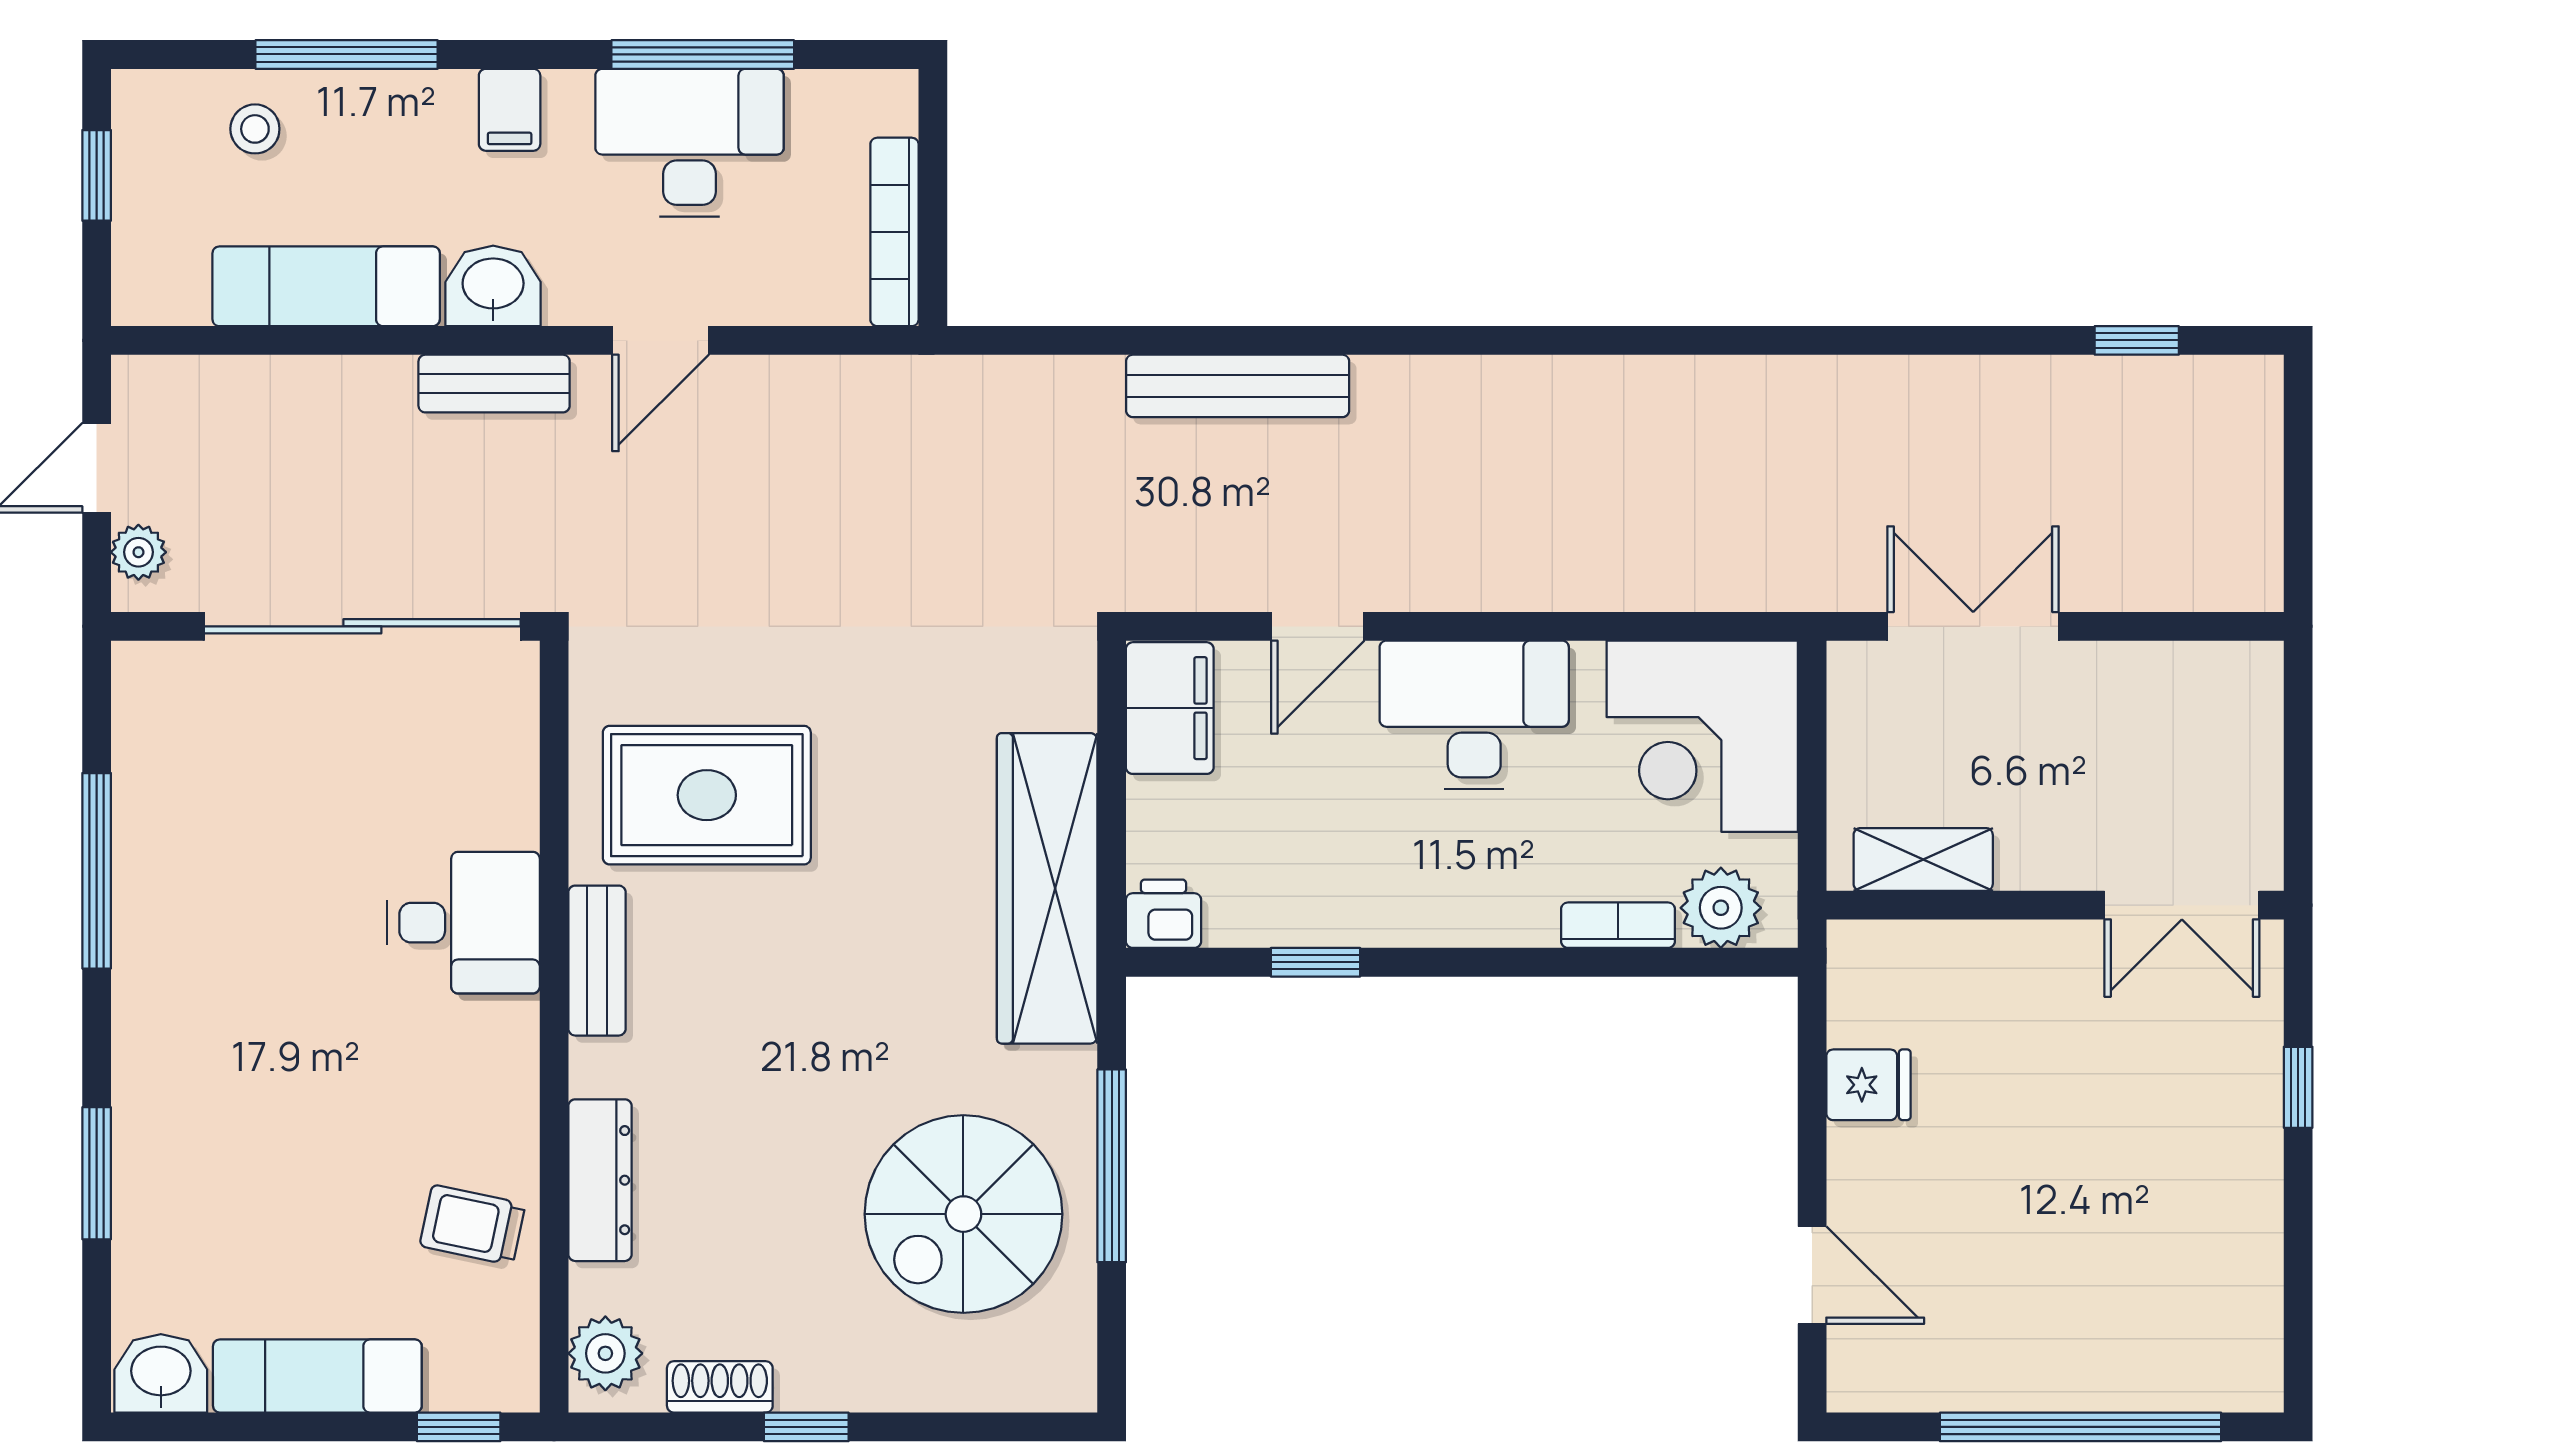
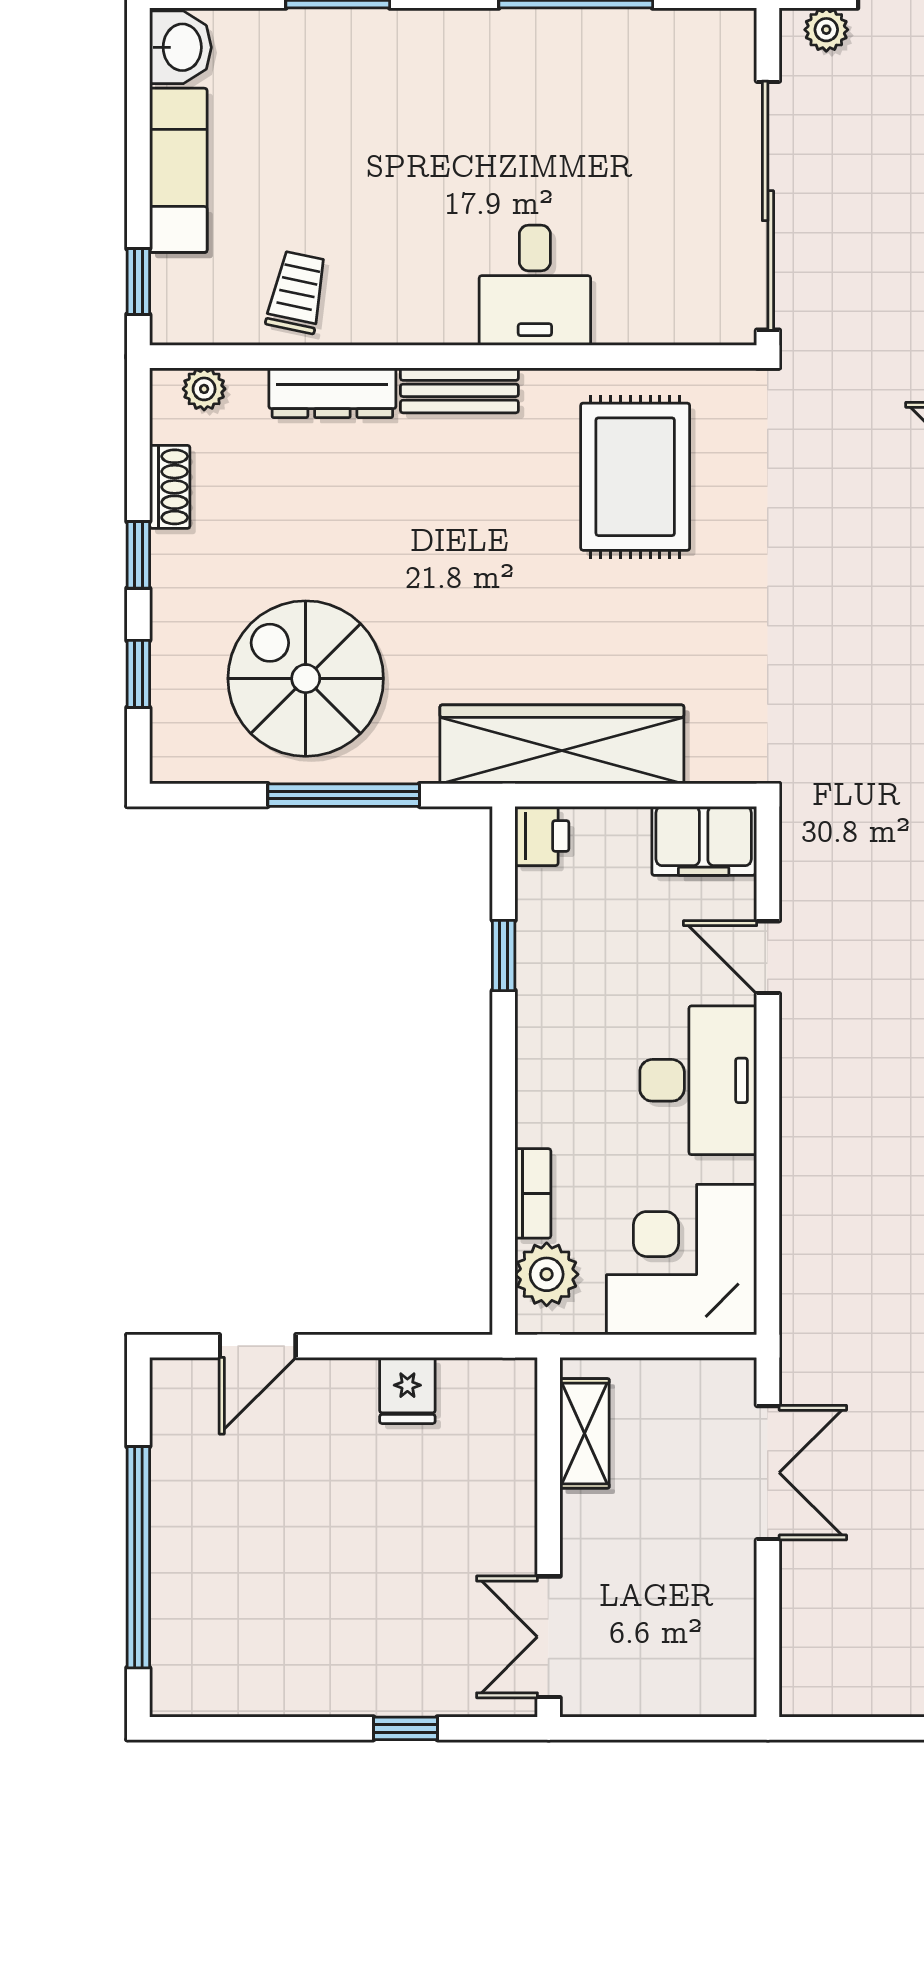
bench: (597, 961) -> (459, 390), moved
plant: (605, 1353) -> (204, 389), width x0.73, depth x0.73
window: (958, 1427) -> (138, 674), added

